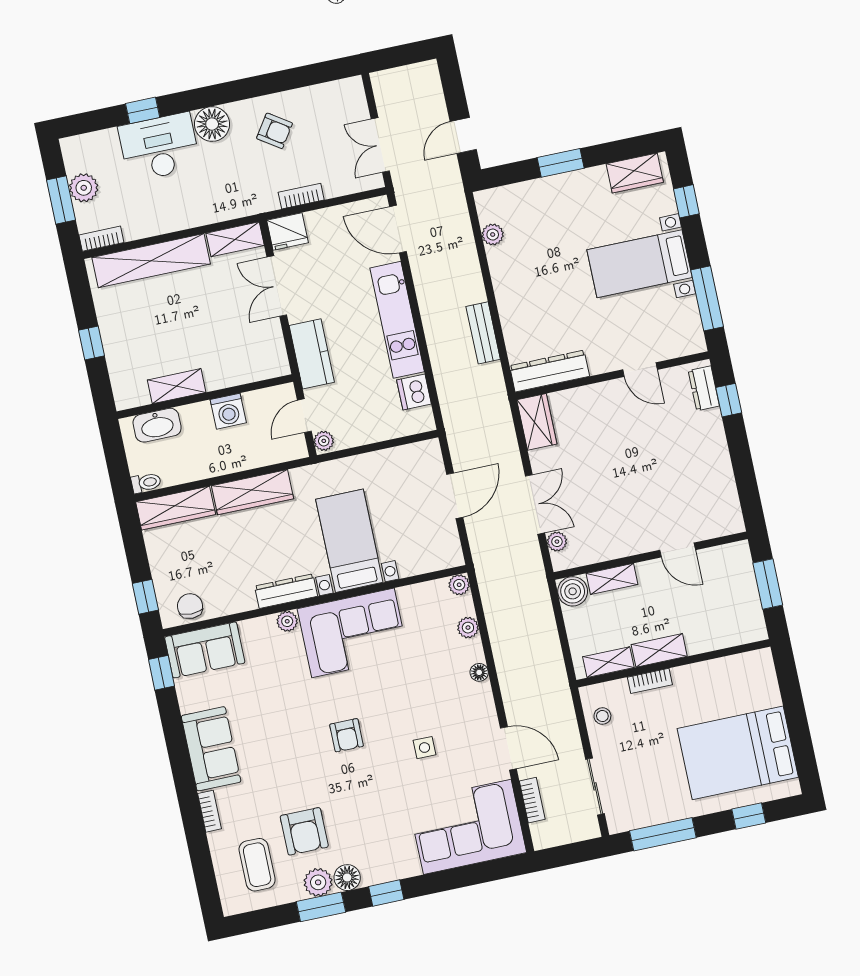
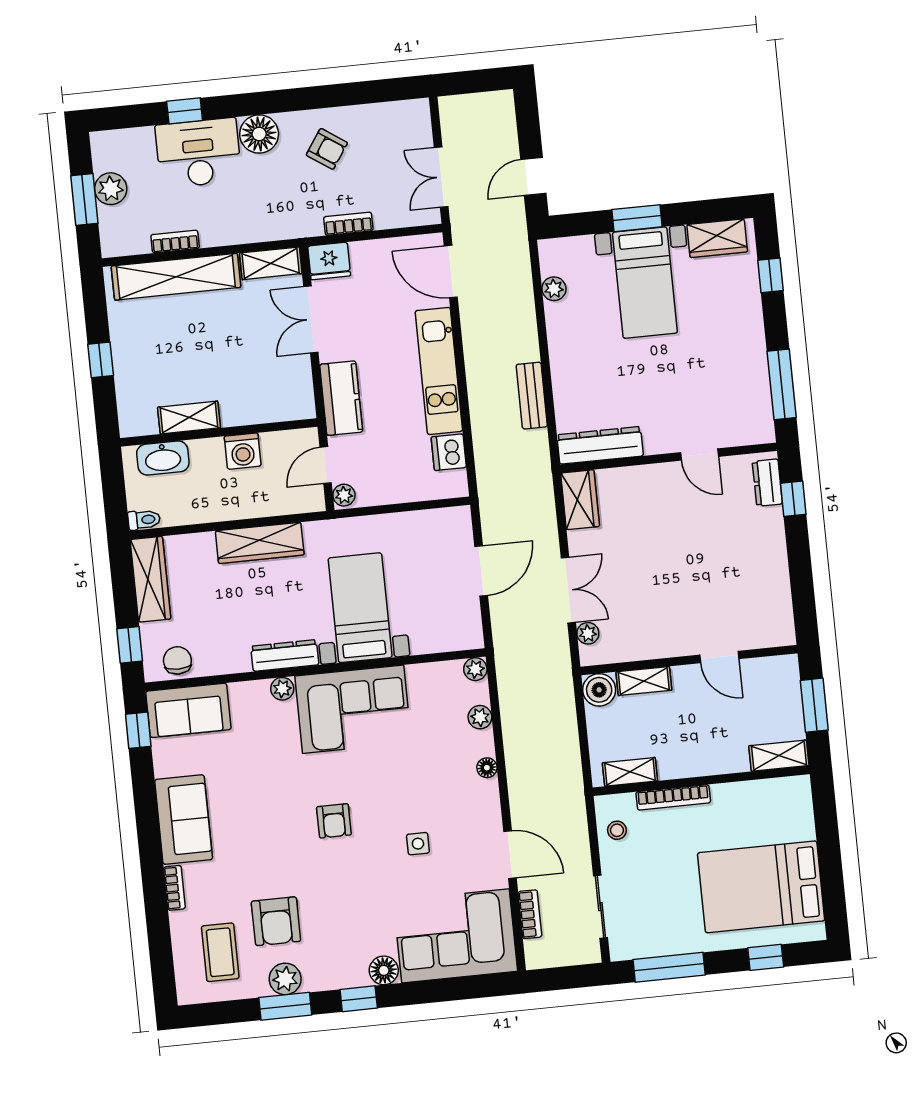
bookcase: (101, 239) -> (175, 241), moved
bed with nightstands: (640, 264) -> (645, 283), moved, turned -90
wardrobe: (176, 508) -> (150, 579), moved, turned -90
shelving: (659, 650) -> (779, 756), moved
bookcase: (650, 681) -> (673, 797), width x1.56
floor lamp: (347, 878) -> (384, 970), moved

